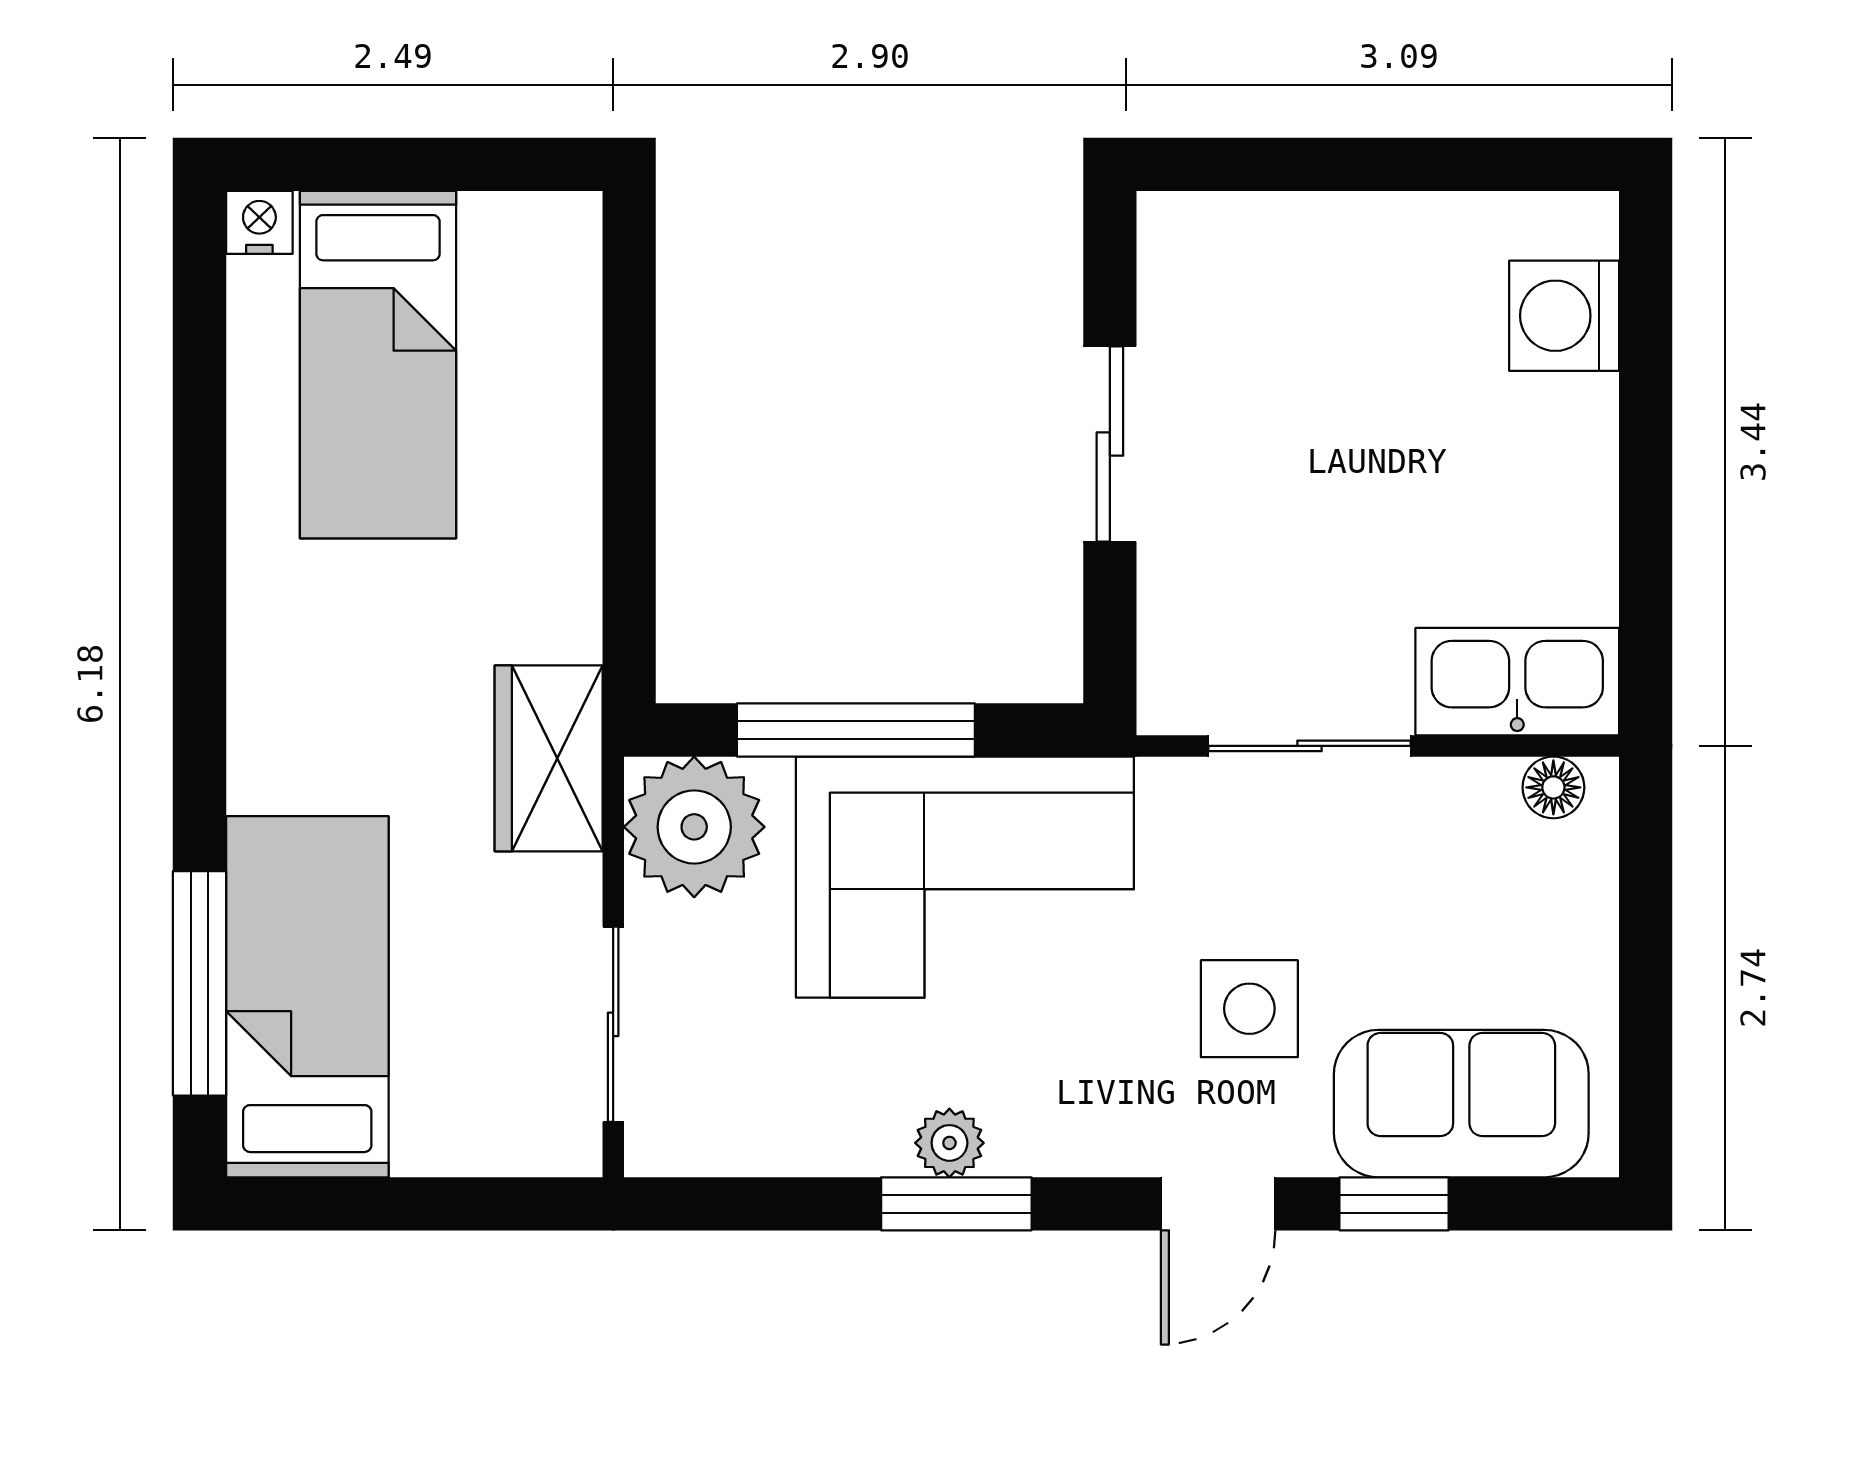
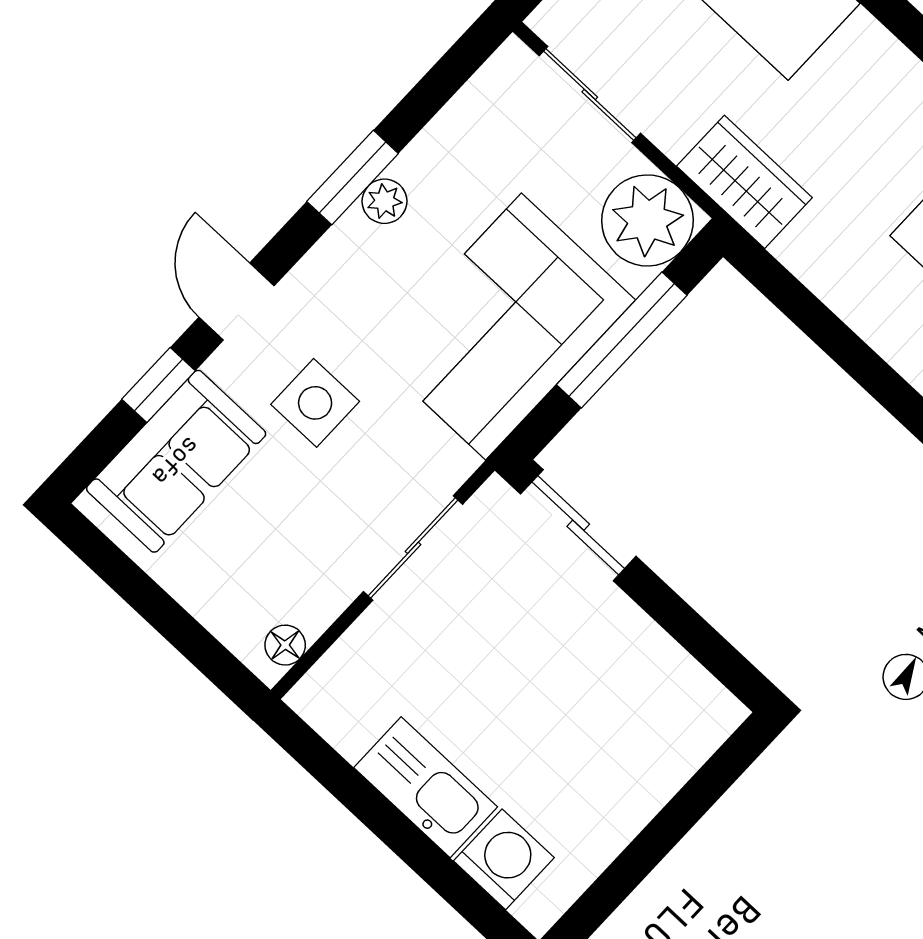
sliding door: (1110, 444) -> (578, 525), moved
kitchen sink: (1517, 682) -> (426, 787), moved, turned -90

